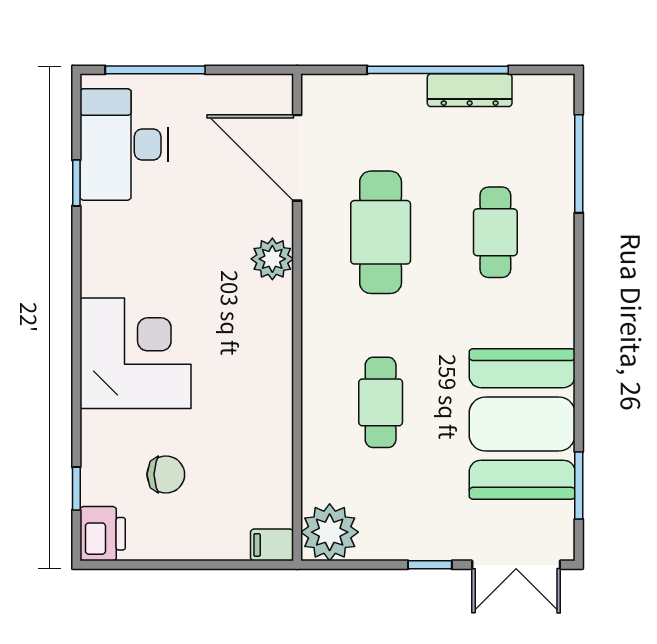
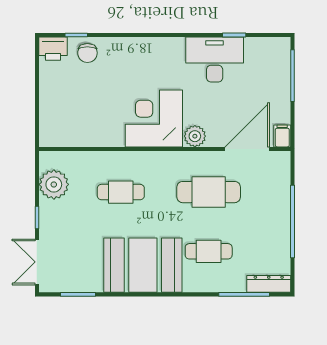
dresser: (470, 90) -> (269, 284), moved, turned 90
desk: (124, 144) -> (215, 60), moved
corner desk: (135, 353) -> (154, 118), moved, turned 180
booth: (522, 424) -> (143, 265), moved
chair: (166, 474) -> (87, 53), moved
plant: (330, 532) -> (54, 184), moved
filing cabinet: (272, 545) -> (282, 136), moved

